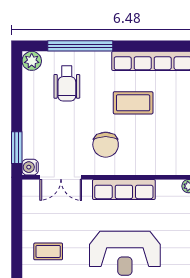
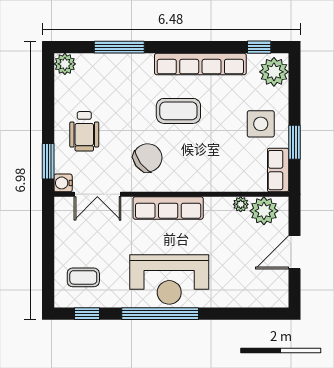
window: (80, 46) -> (119, 47), width x0.68
wheelchair: (67, 84) -> (84, 131), moved
chair: (106, 145) -> (148, 158), turned -127

